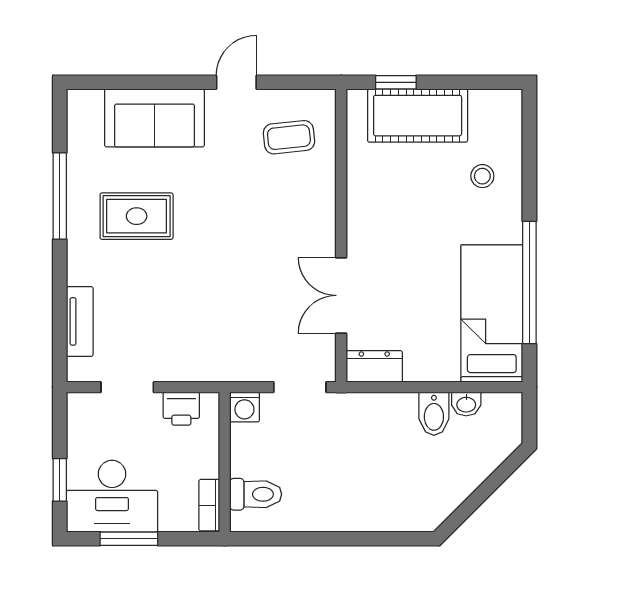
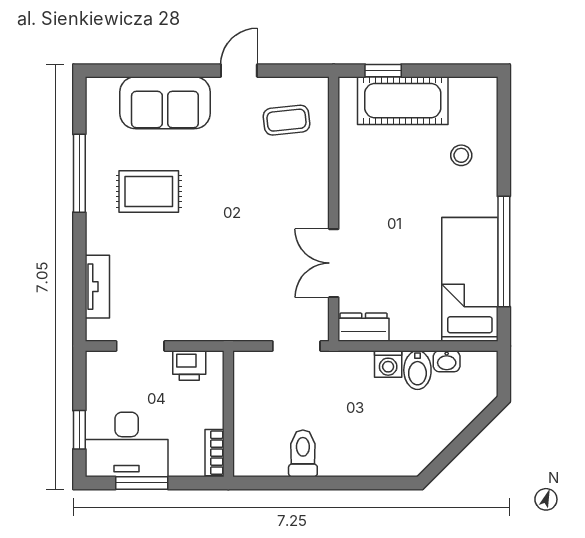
washing machine: (244, 407) -> (388, 364), moved
toilet: (256, 494) -> (303, 453), moved, turned -90

